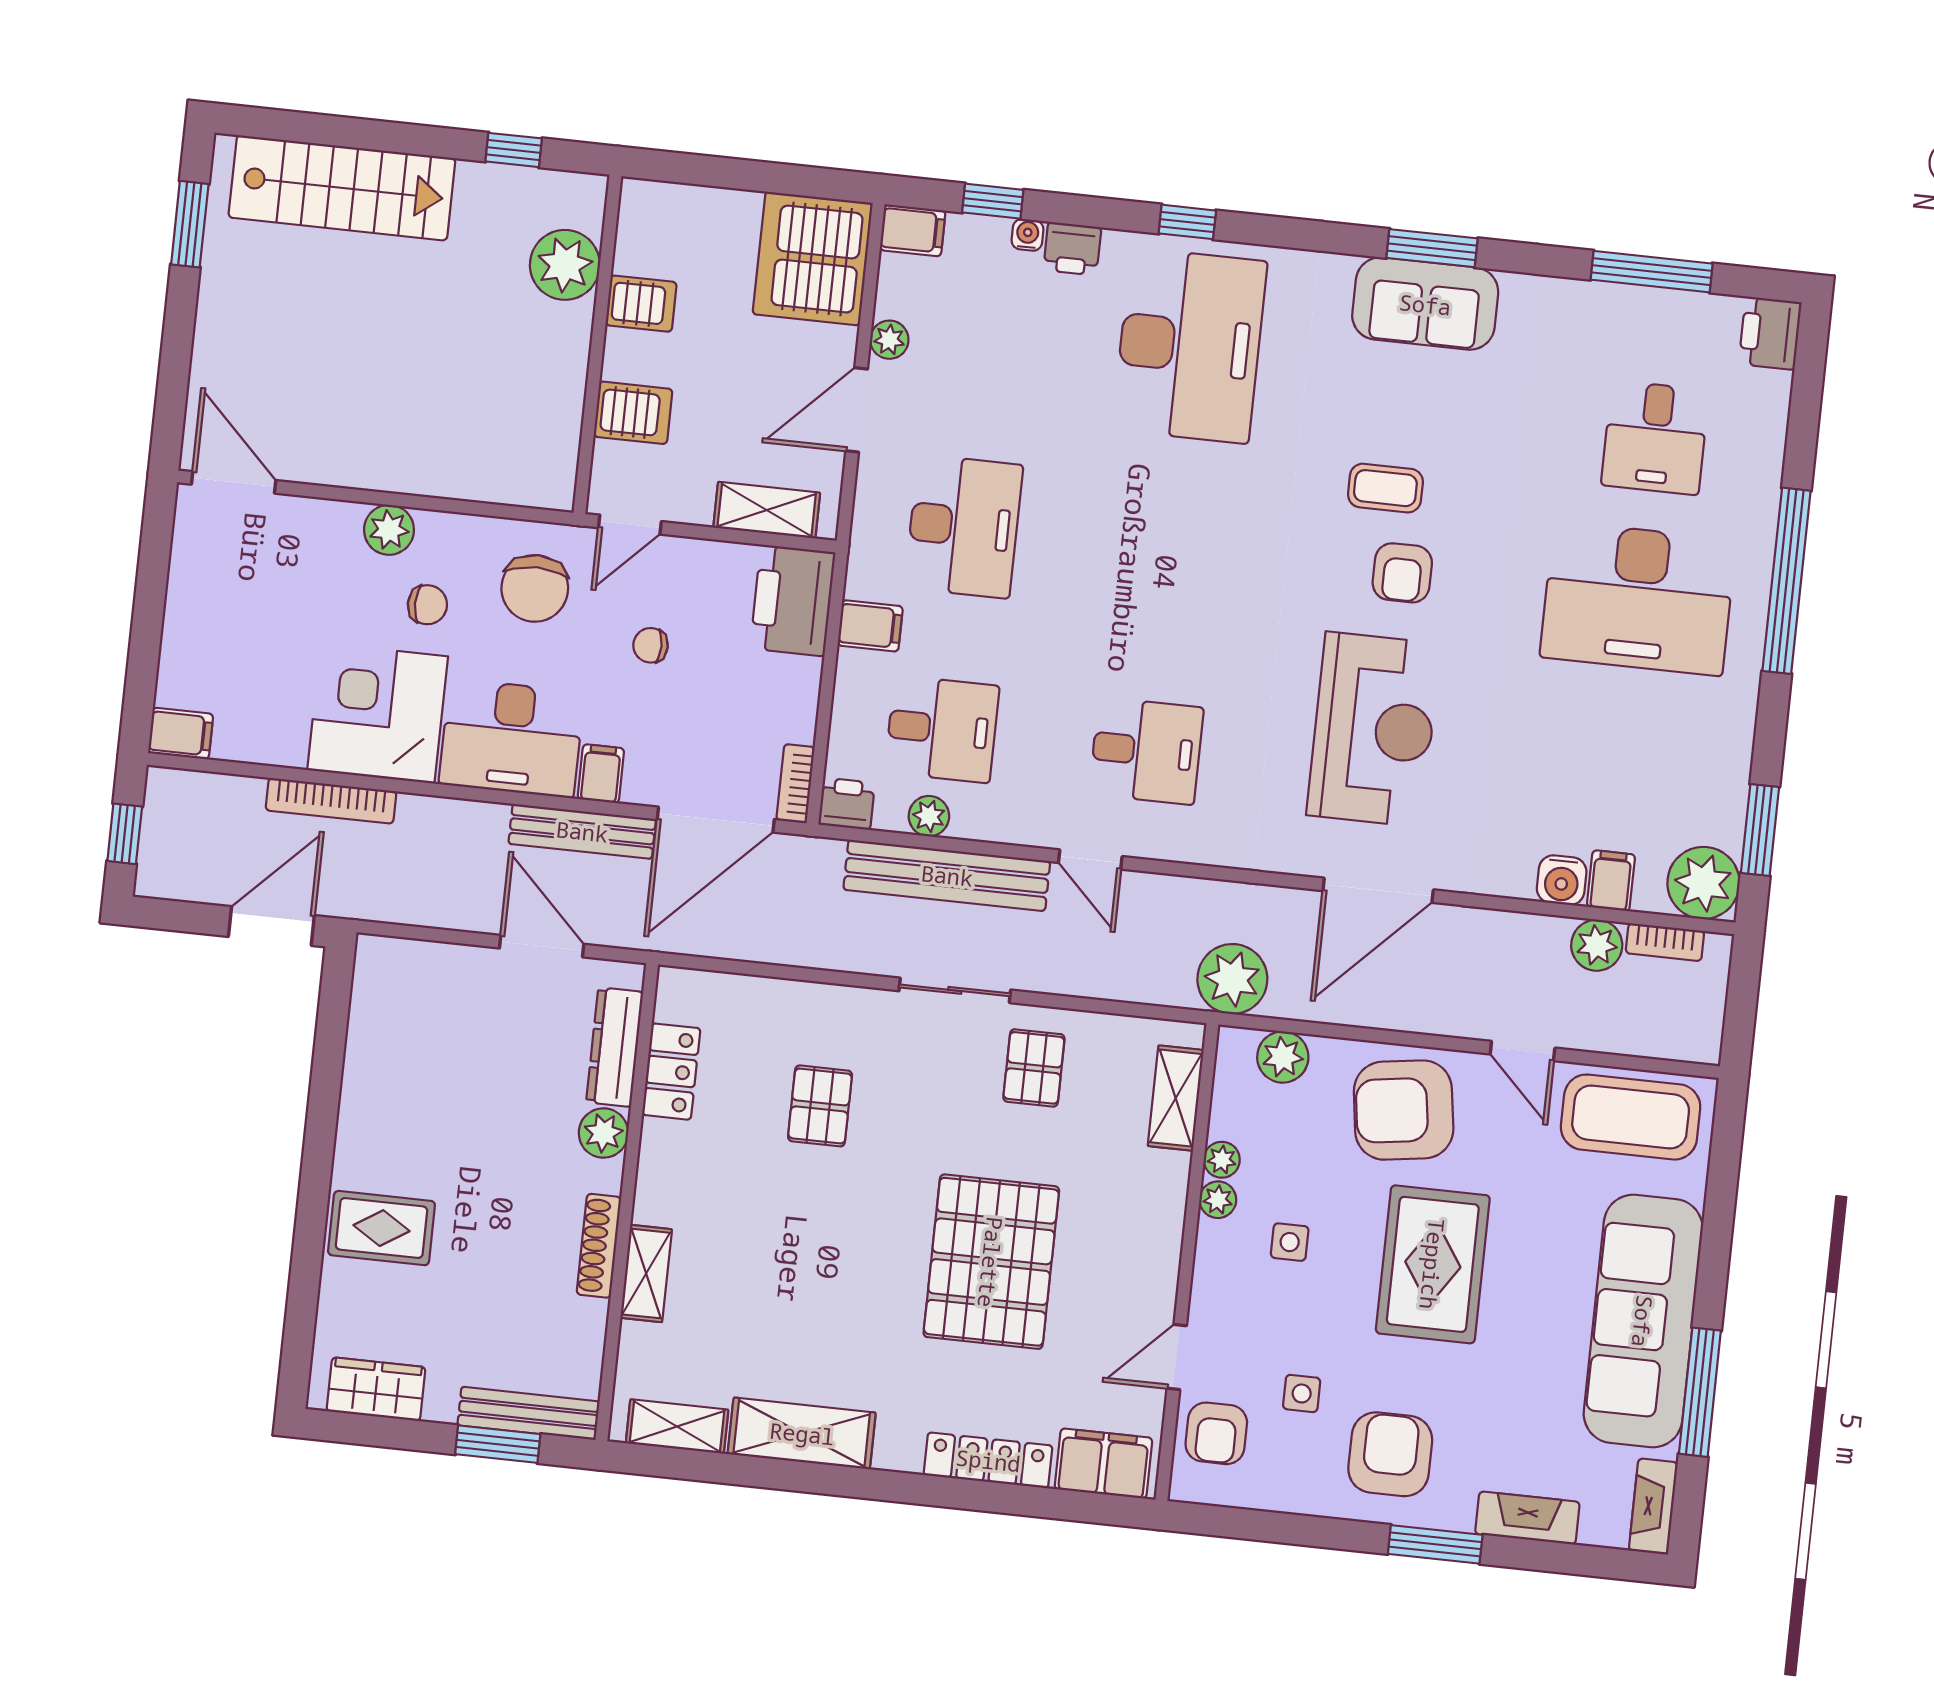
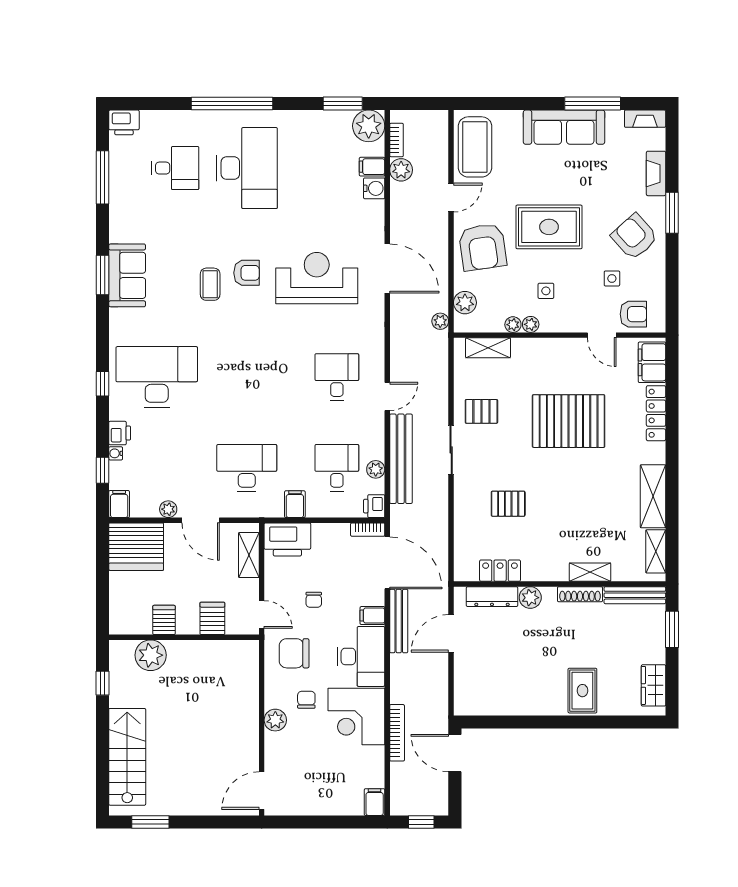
chair: (535, 588) -> (294, 653), turned 180
plant: (1232, 979) -> (440, 321), width x0.53, depth x0.53
sofa: (1643, 1321) -> (564, 127), width x0.74, depth x0.79
bench: (528, 1413) -> (635, 595), moved, turned 90
armchair: (1390, 1454) -> (634, 237), turned 48

